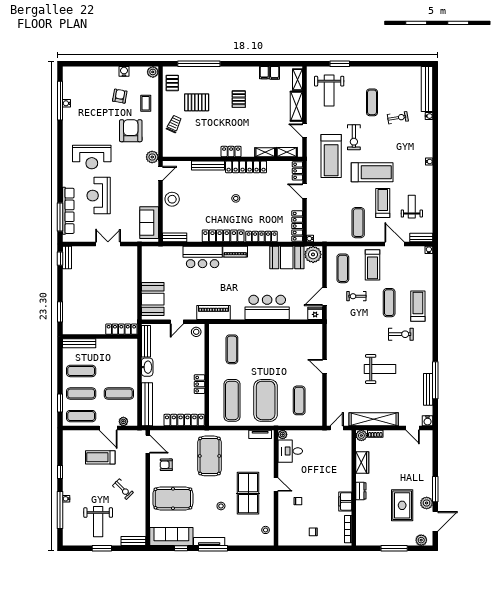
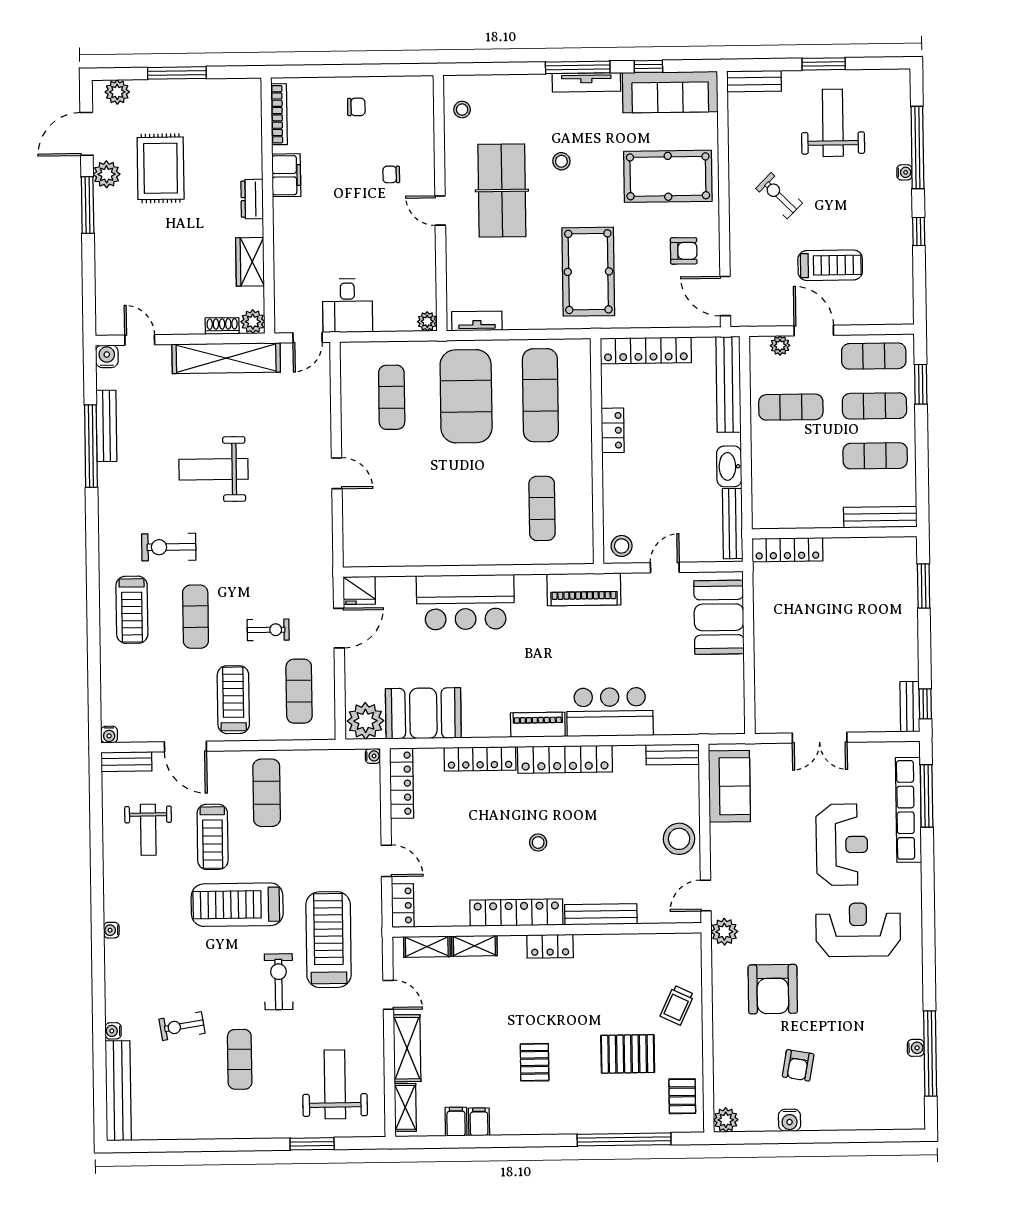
coffee table: (146, 103) -> (740, 1050), removed
desk: (290, 451) -> (348, 306), moved, turned 90

